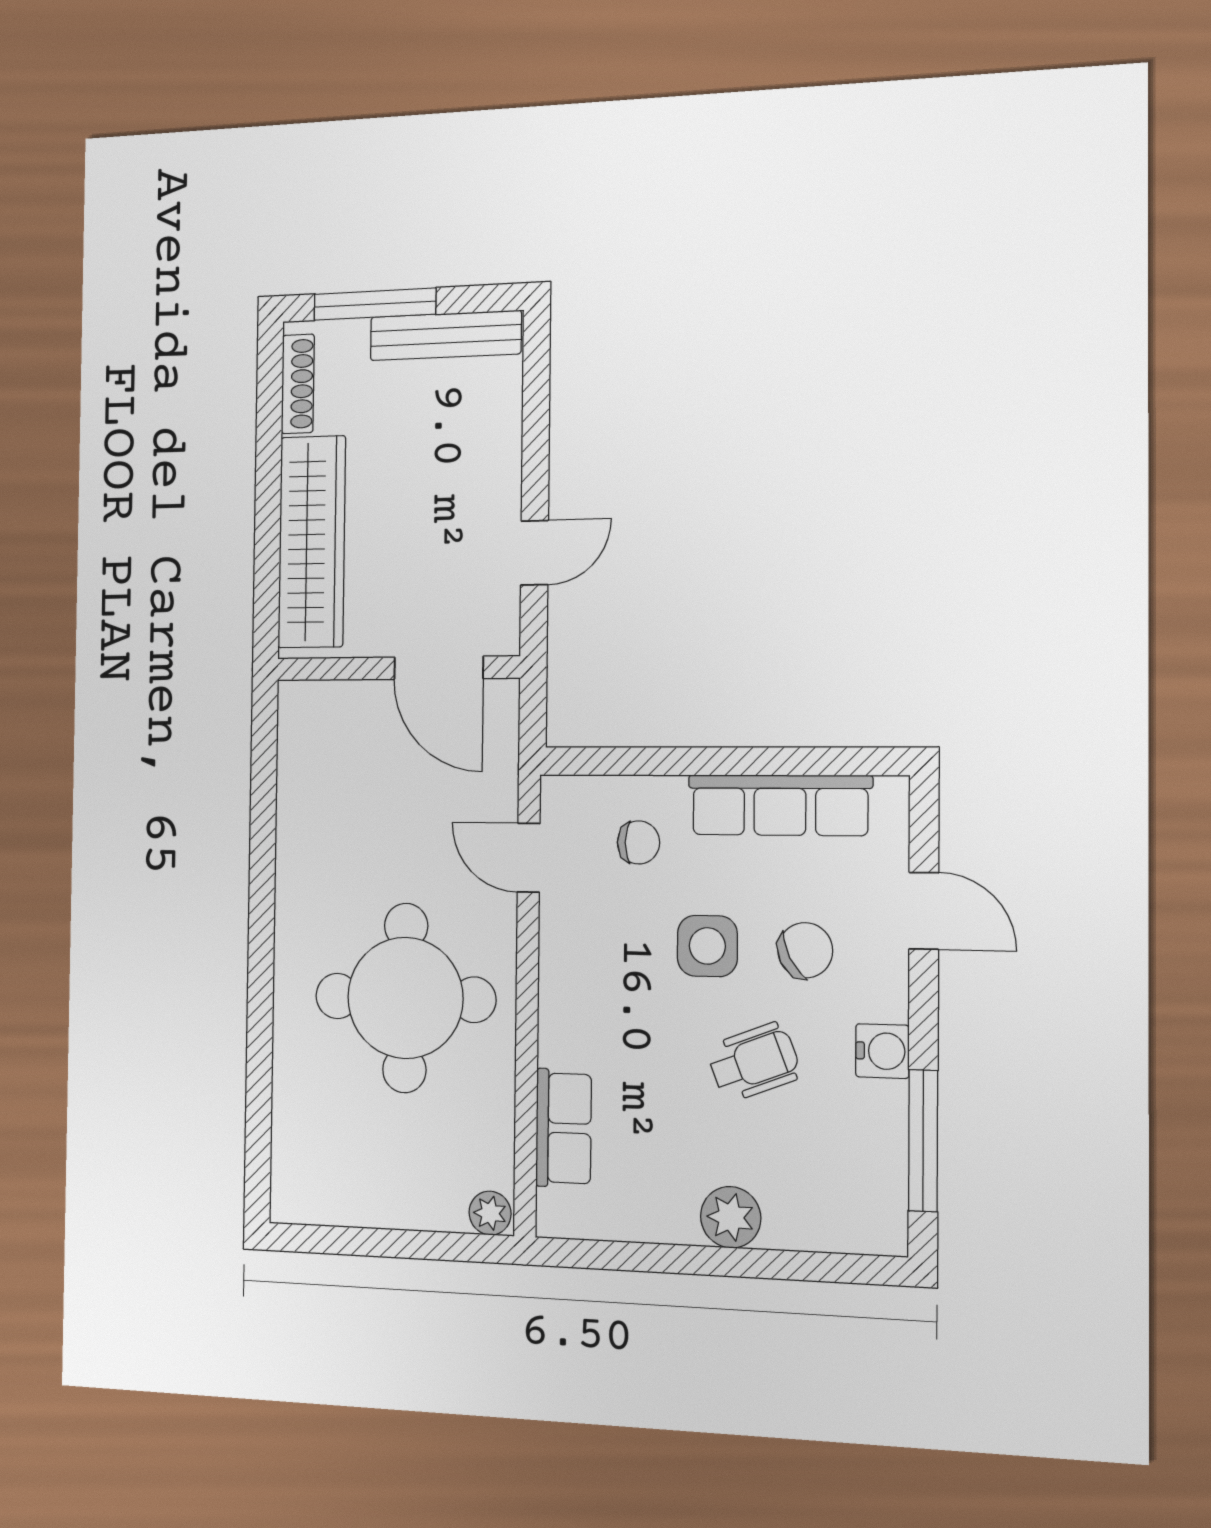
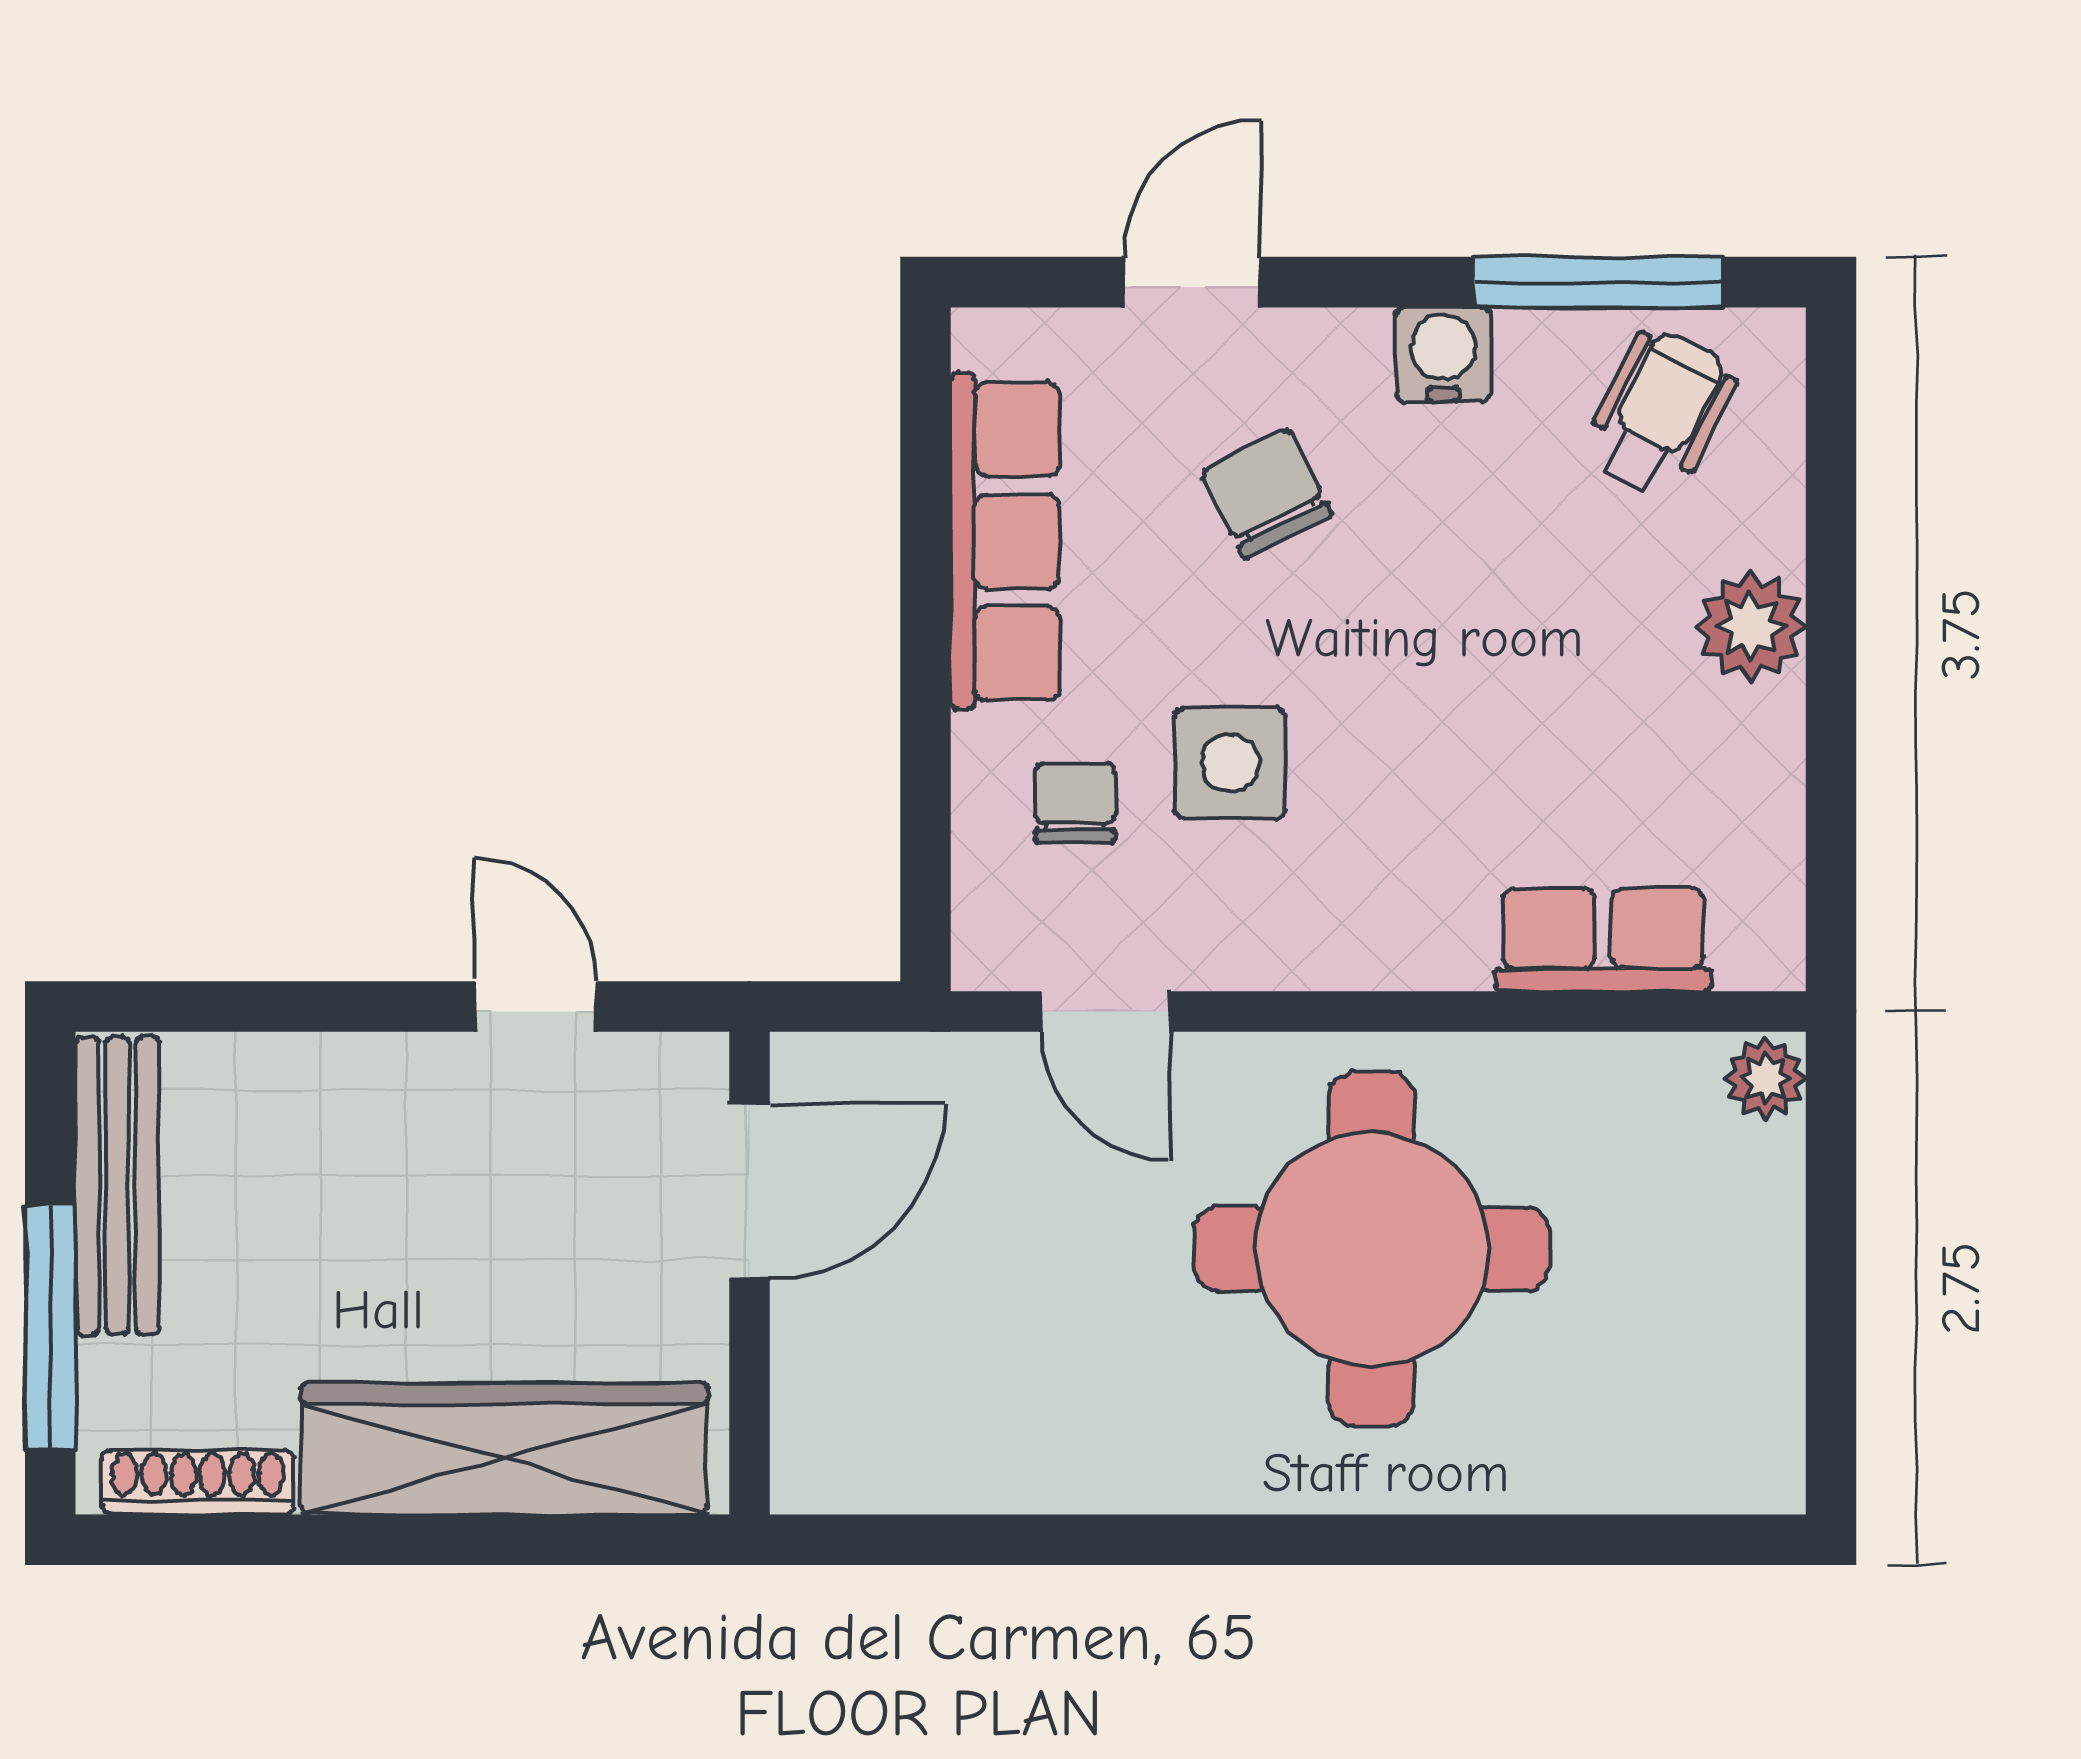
door: (529, 858) -> (1105, 1012), hinge flipped
side table: (707, 946) -> (1230, 763), moved
wheelchair: (754, 1062) -> (1660, 413), moved, turned 48

